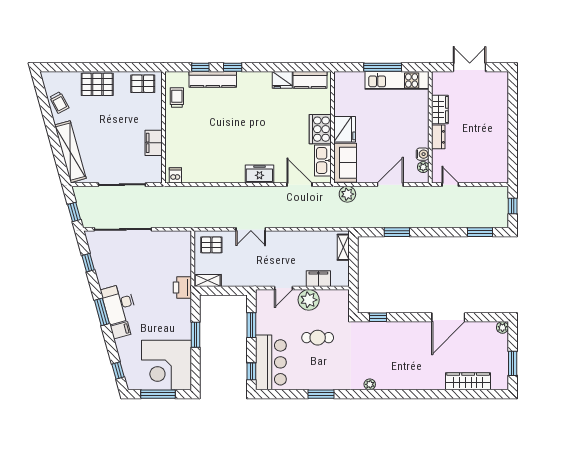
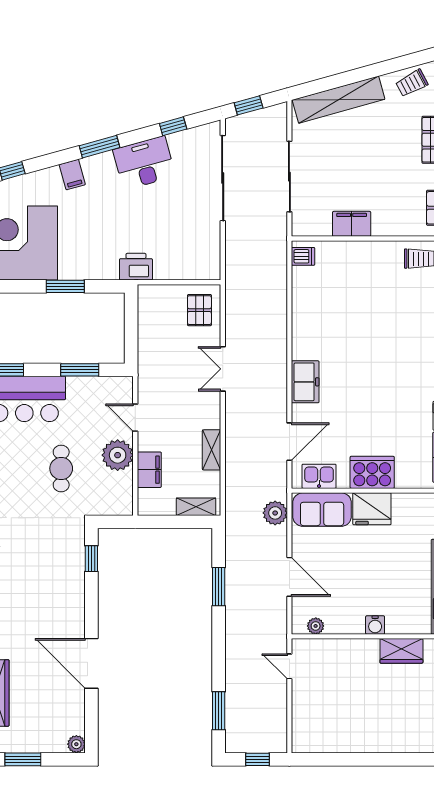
dresser: (438, 137) -> (361, 648), removed
water cooler: (423, 154) -> (375, 625), moved
kitchen sink: (323, 160) -> (319, 476), width x0.73
door: (450, 185) -> (289, 666), swing flipped
shelving: (208, 280) -> (212, 450), moved
desk: (119, 304) -> (144, 163), moved

